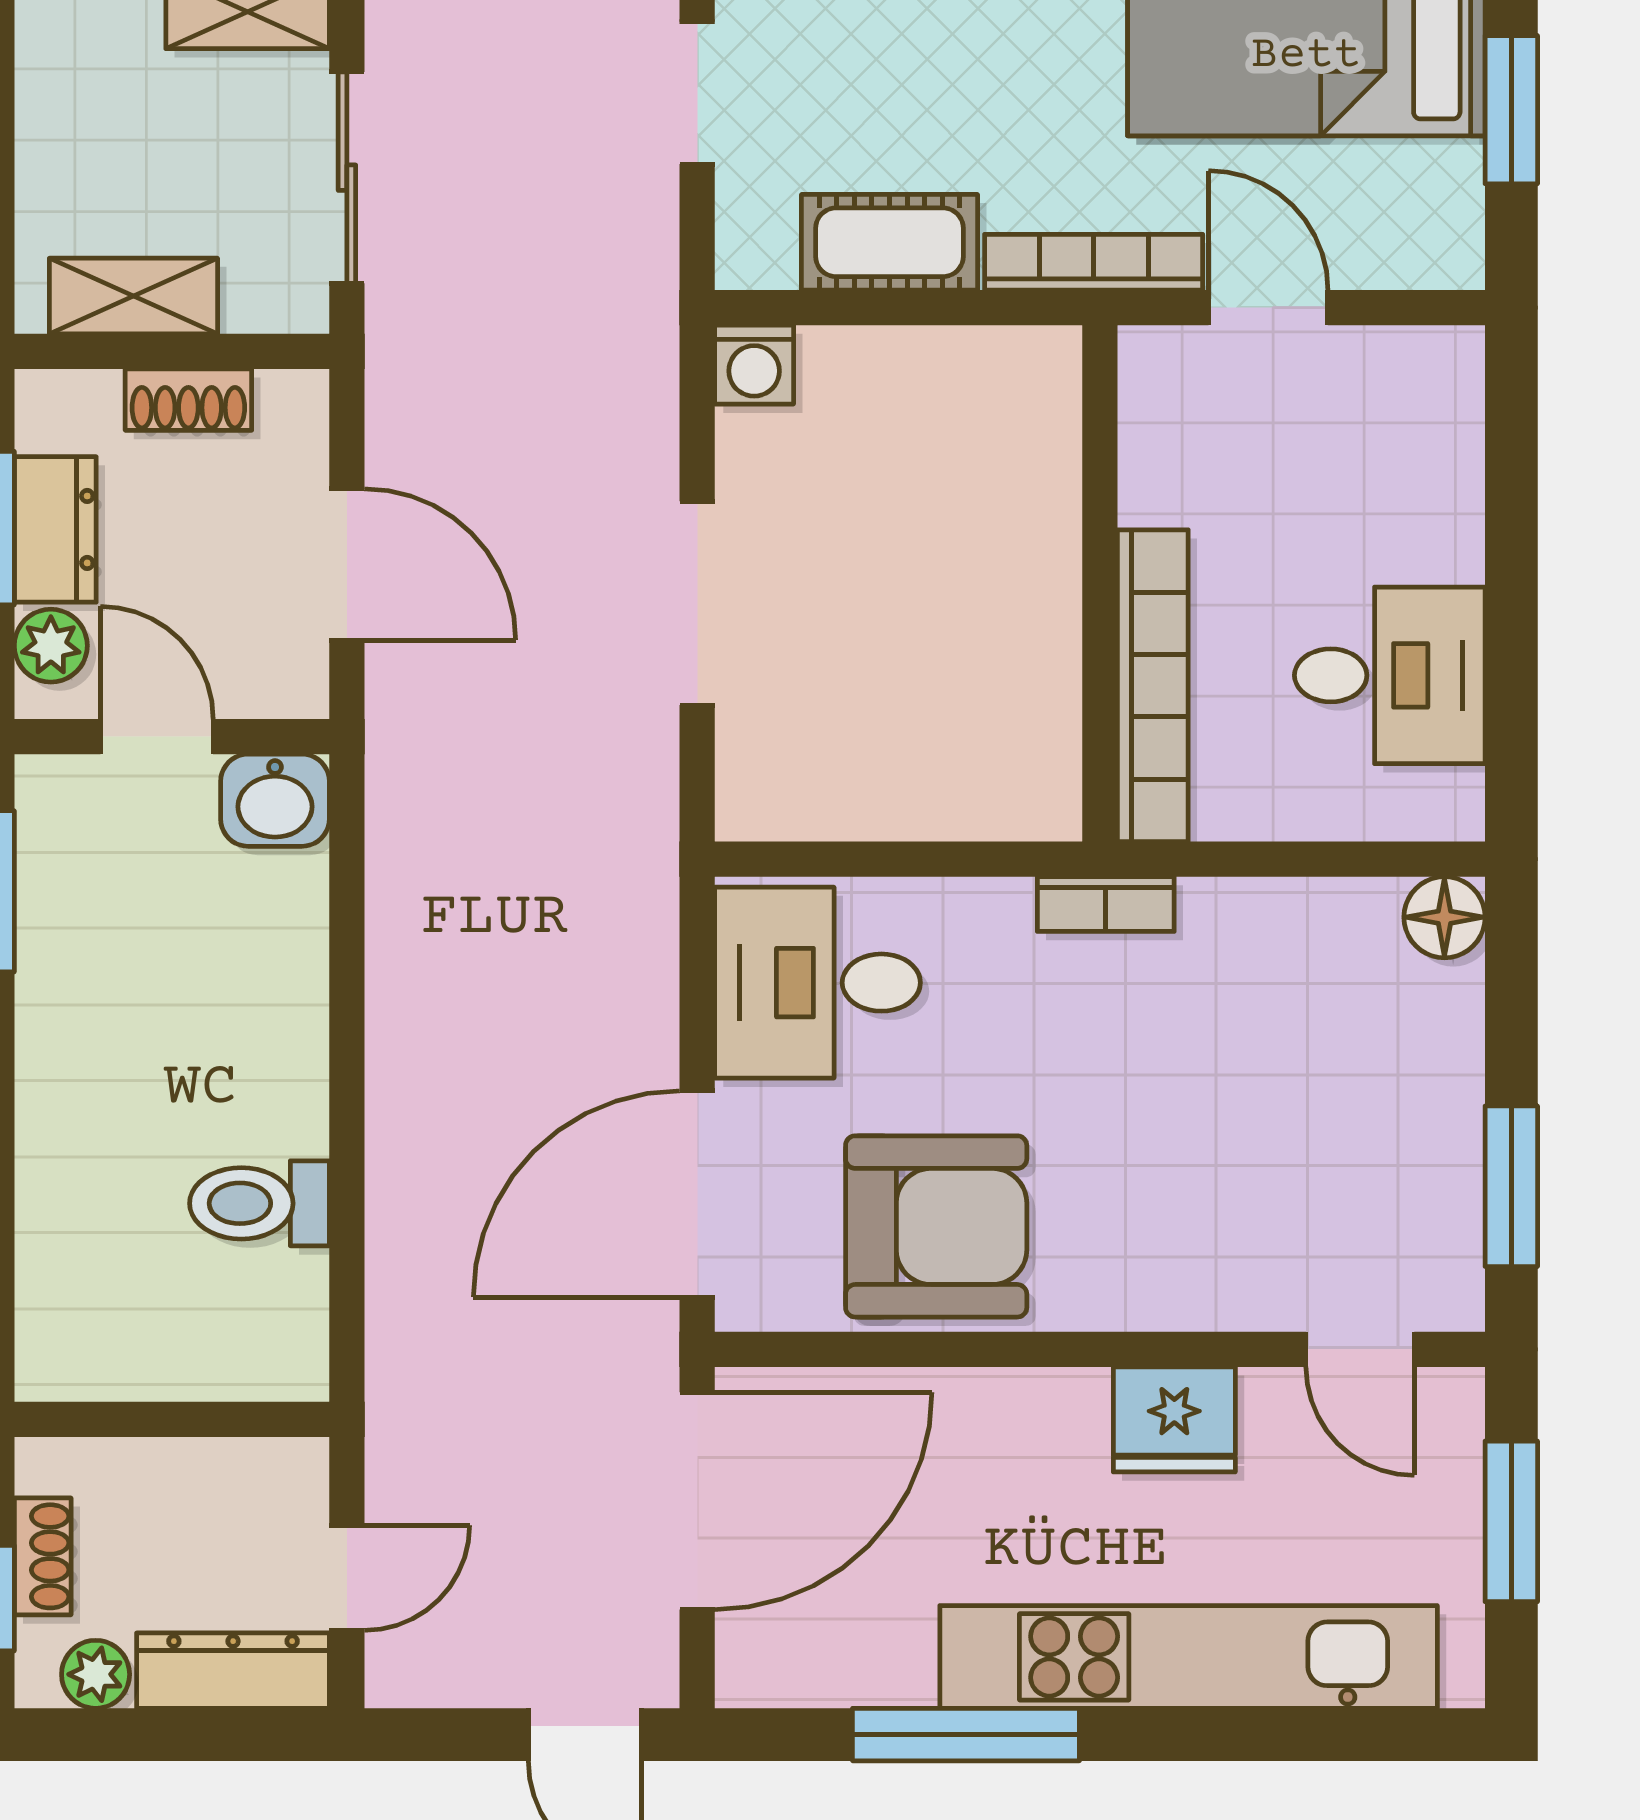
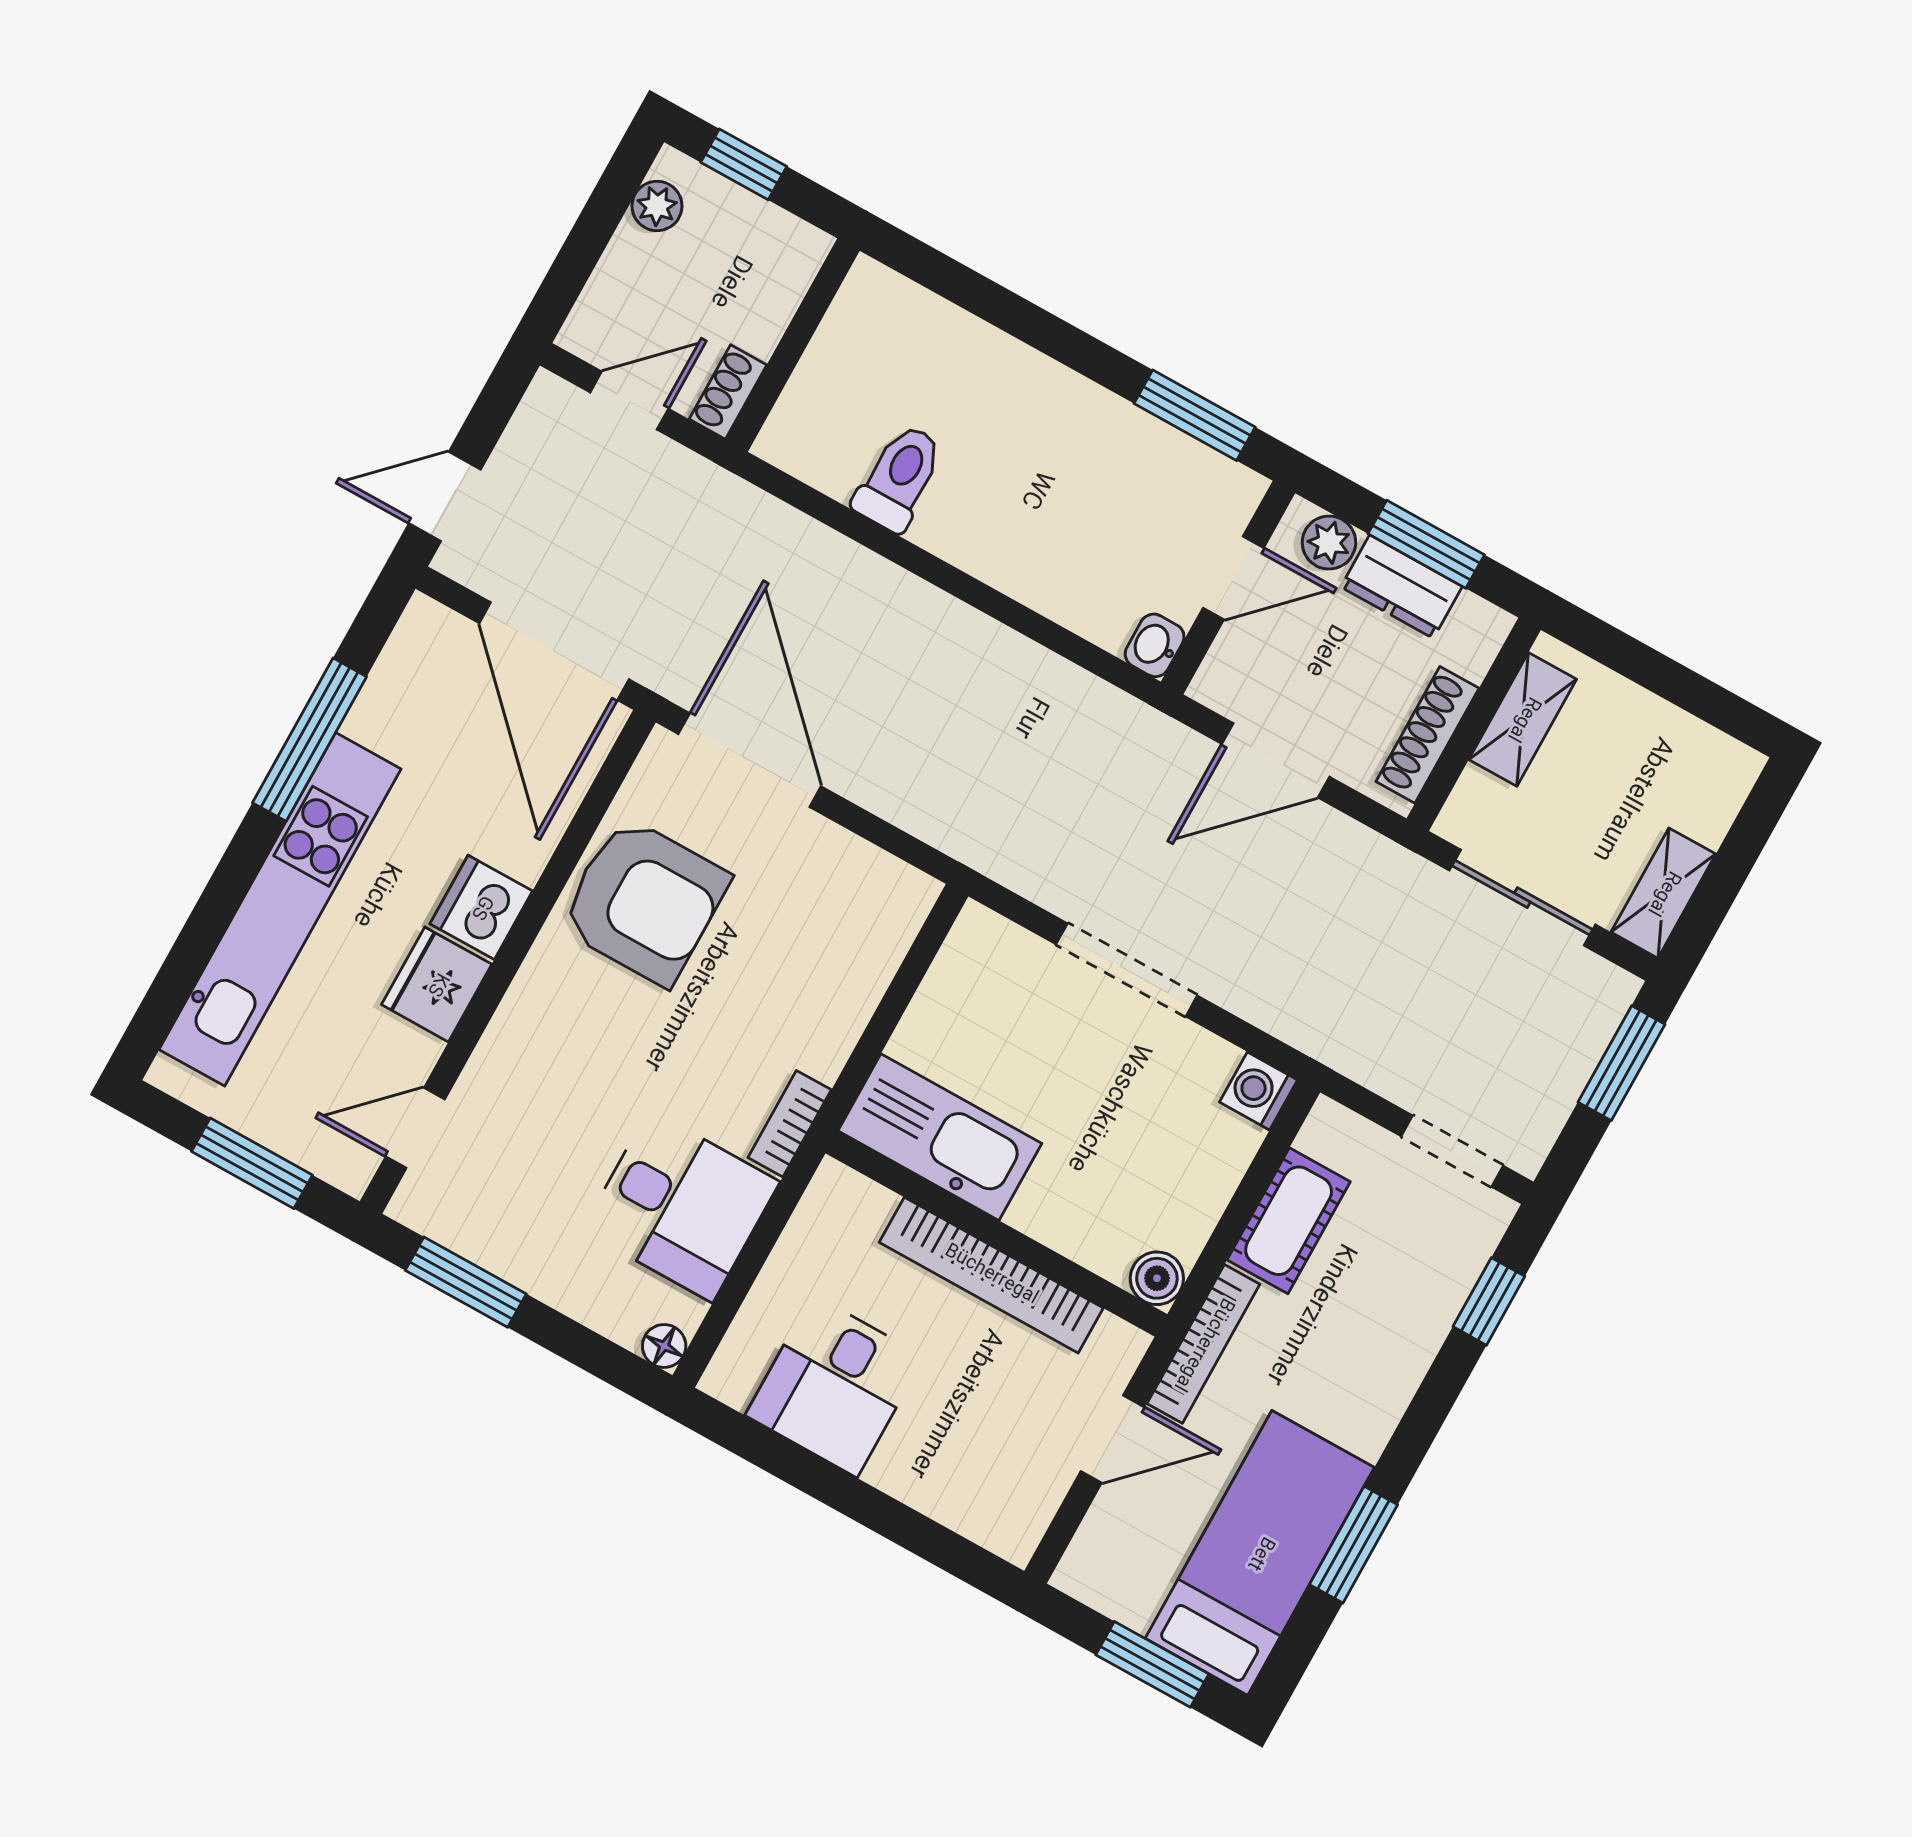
boiler: (1046, 361) -> (1157, 1278), added
shoe rack: (188, 400) -> (1427, 735), width x1.43
bookcase: (1153, 686) -> (991, 1275), moved
kitchen sink: (1022, 715) -> (940, 1137), added
washbasin: (275, 800) -> (1155, 645), width x0.72, depth x0.69
floor lamp: (1444, 917) -> (664, 1346), width x0.73, depth x0.73
desk: (818, 983) -> (681, 1206), moved, turned 90
armchair: (936, 1226) -> (644, 901), turned -90
dishwasher: (1052, 1417) -> (481, 907), added
shoe rack: (43, 1556) -> (728, 392), moved, turned 90
door: (347, 1578) -> (629, 401), swing flipped
dresser: (233, 1671) -> (611, 295), removed

